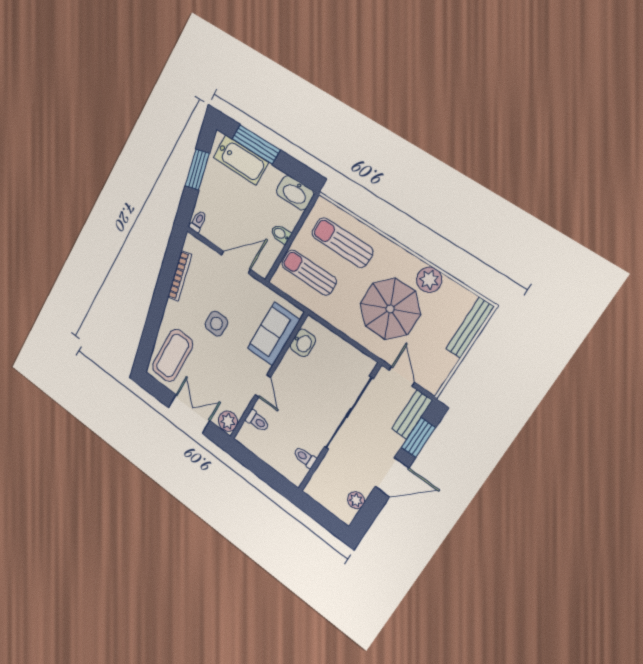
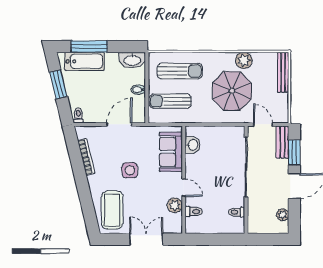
sun lounger: (342, 242) -> (180, 71), turned 180
plant: (228, 421) -> (175, 205), moved

